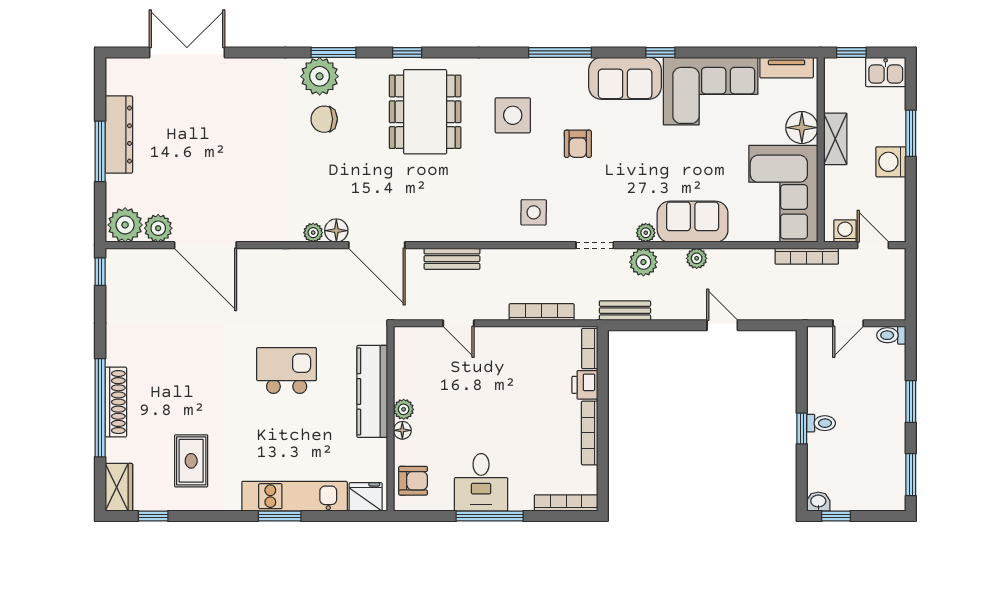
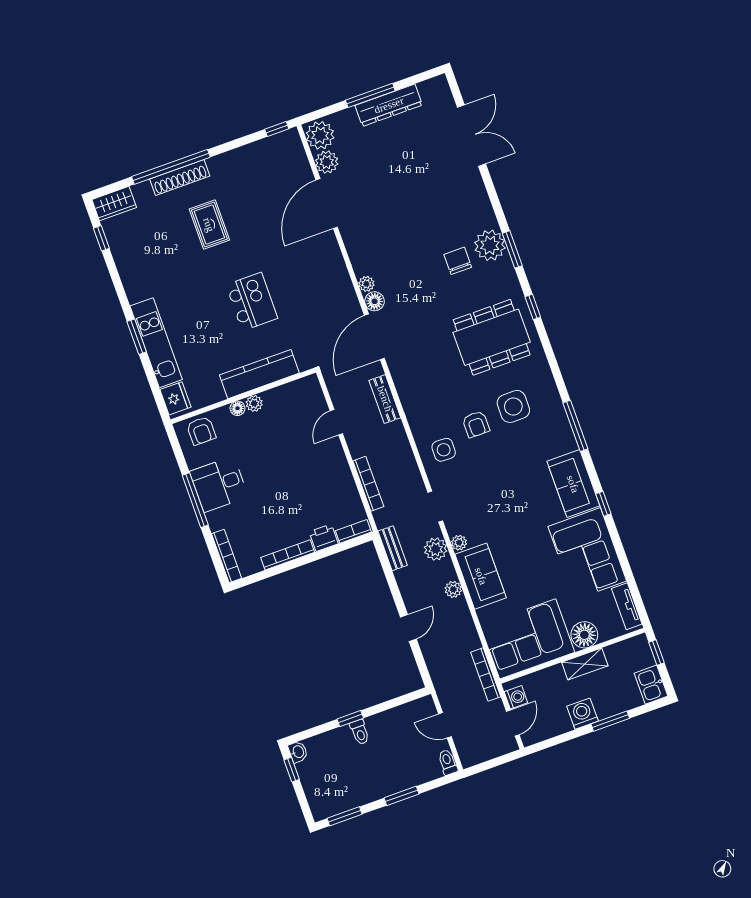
armchair: (578, 144) -> (476, 424), moved, turned -90
rug: (191, 461) -> (209, 225), moved, turned 90

